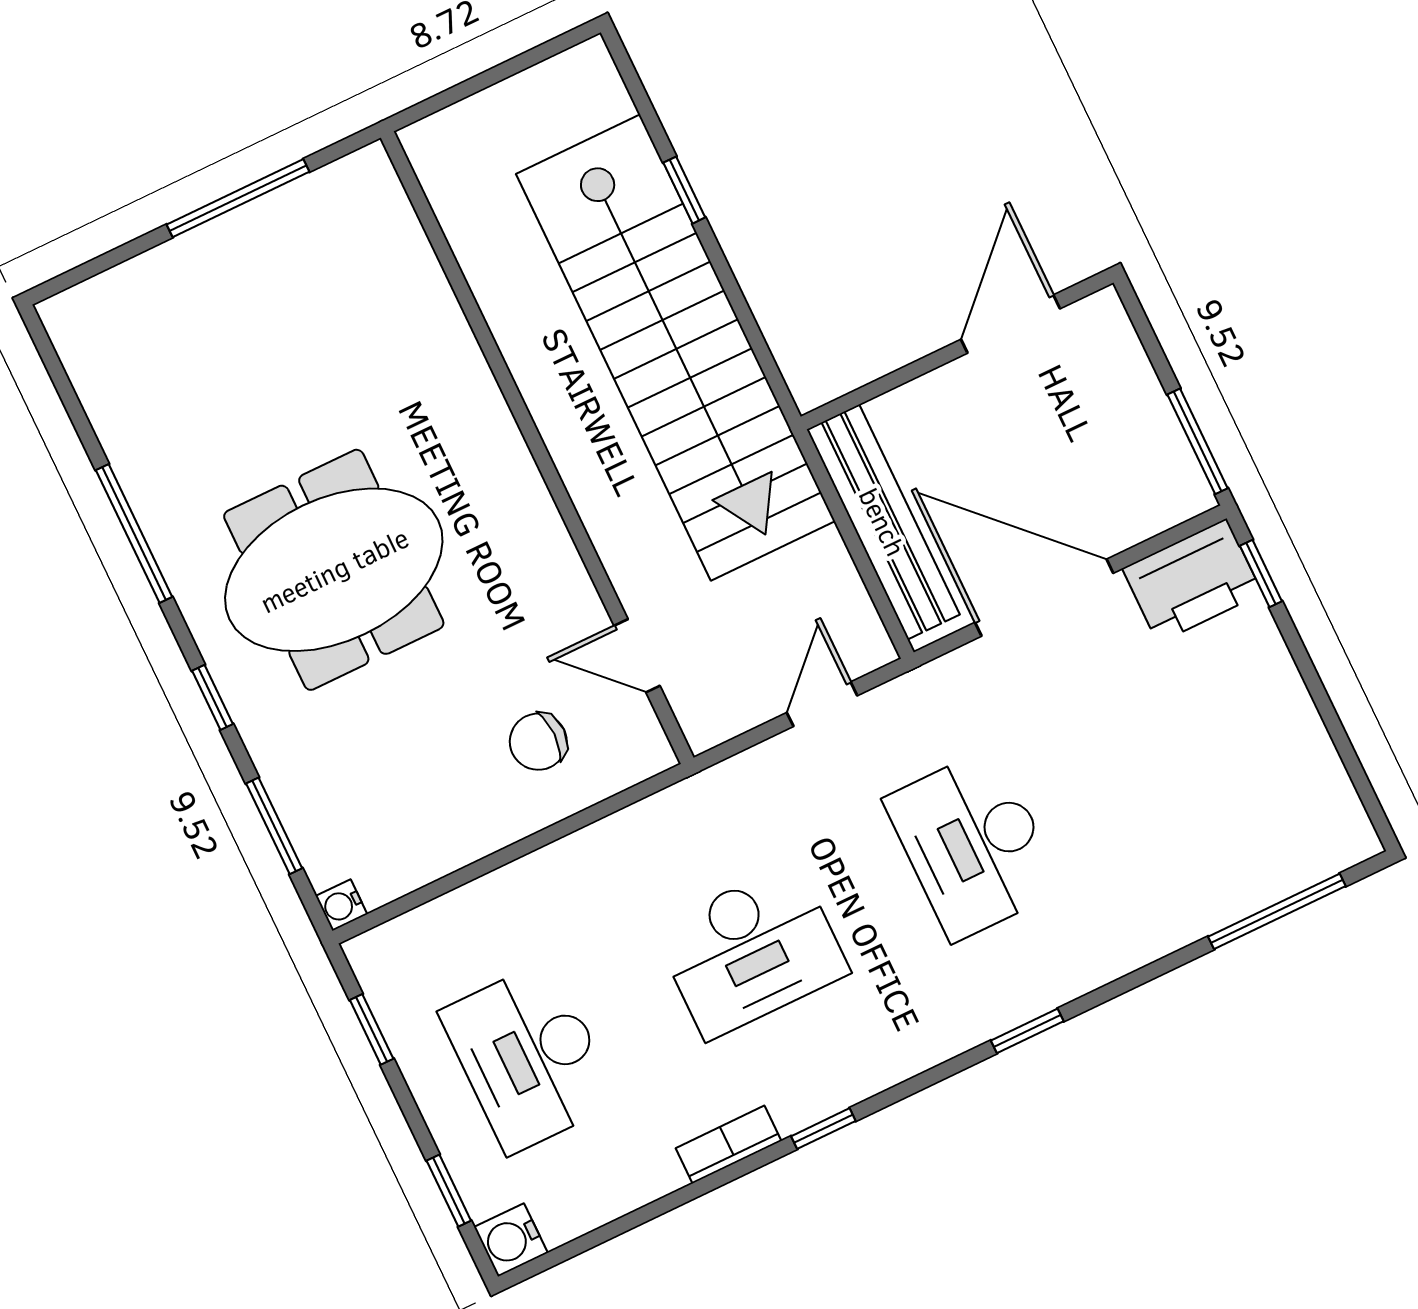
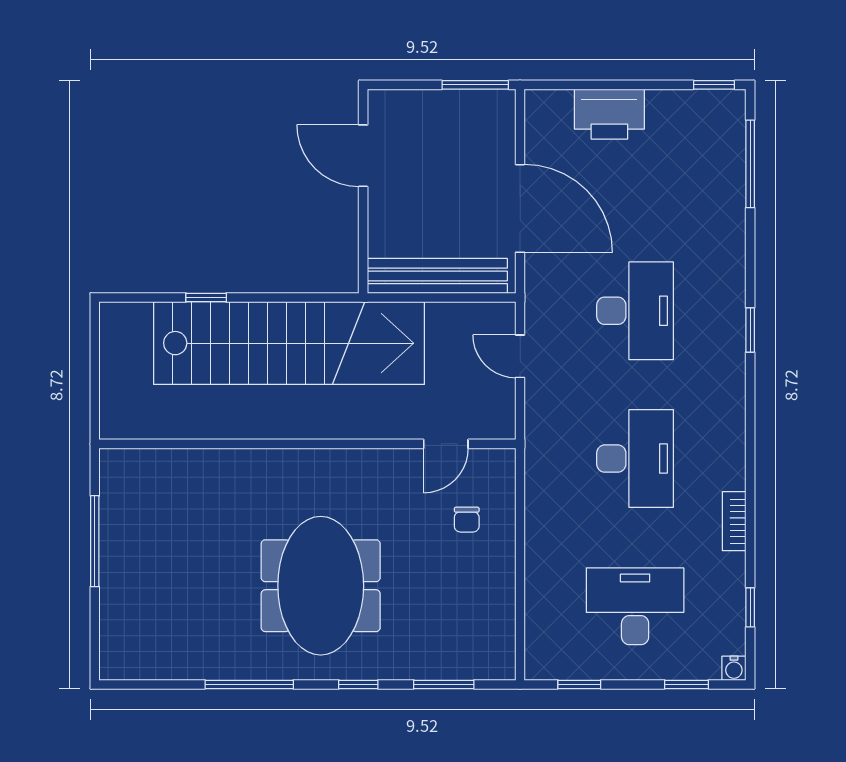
window: (1261, 573) -> (714, 85), moved
printer: (1192, 581) -> (609, 114), moved, turned 90
door: (1044, 598) -> (520, 208), swing flipped
chair: (538, 742) -> (467, 520), width x0.73, depth x0.73
desk: (973, 844) -> (635, 311), turned -90
water cooler: (341, 905) -> (504, 669), removed
desk: (529, 1057) -> (635, 606), turned 180
window: (823, 1129) -> (750, 607), moved
water cooler: (511, 1240) -> (734, 668), width x0.72, depth x0.72

